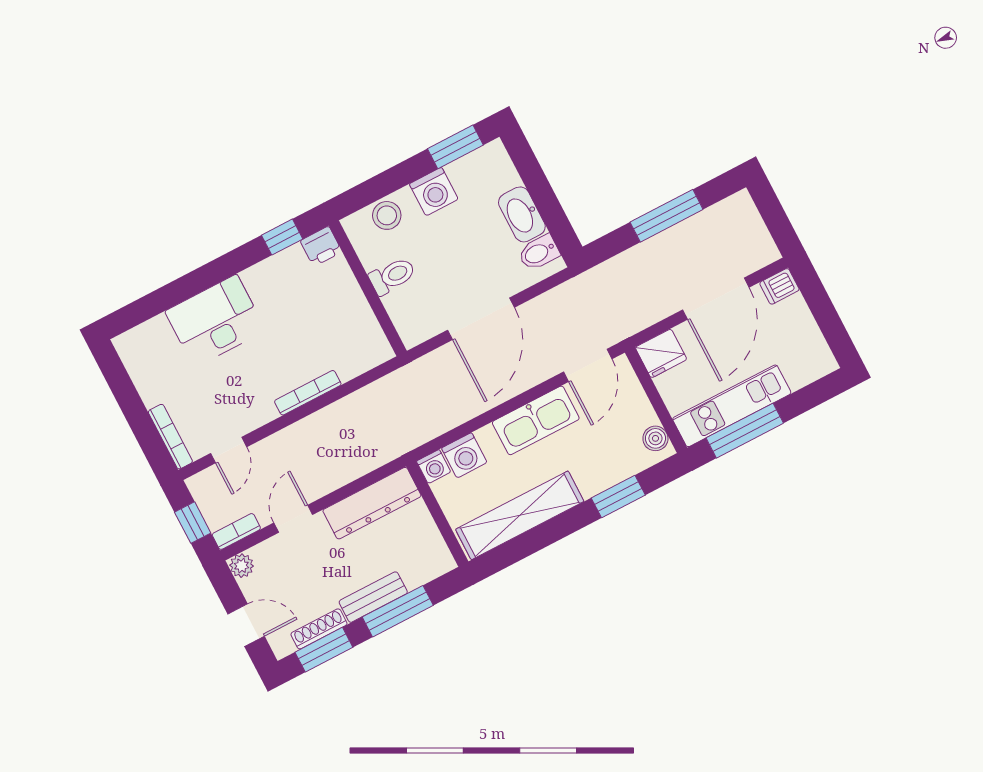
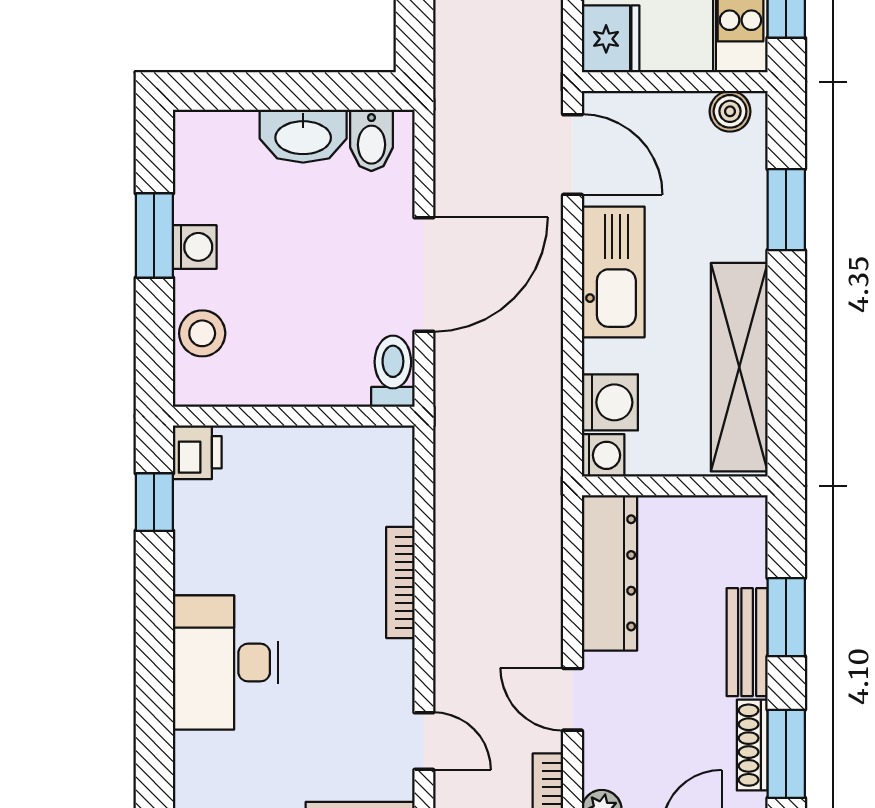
window: (455, 147) -> (154, 236), moved
washing machine: (434, 192) -> (195, 247), width x0.73, depth x0.73
toilet: (392, 276) -> (393, 371), moved
door: (481, 319) -> (424, 274), hinge flipped
window: (398, 611) -> (786, 617), width x0.69

